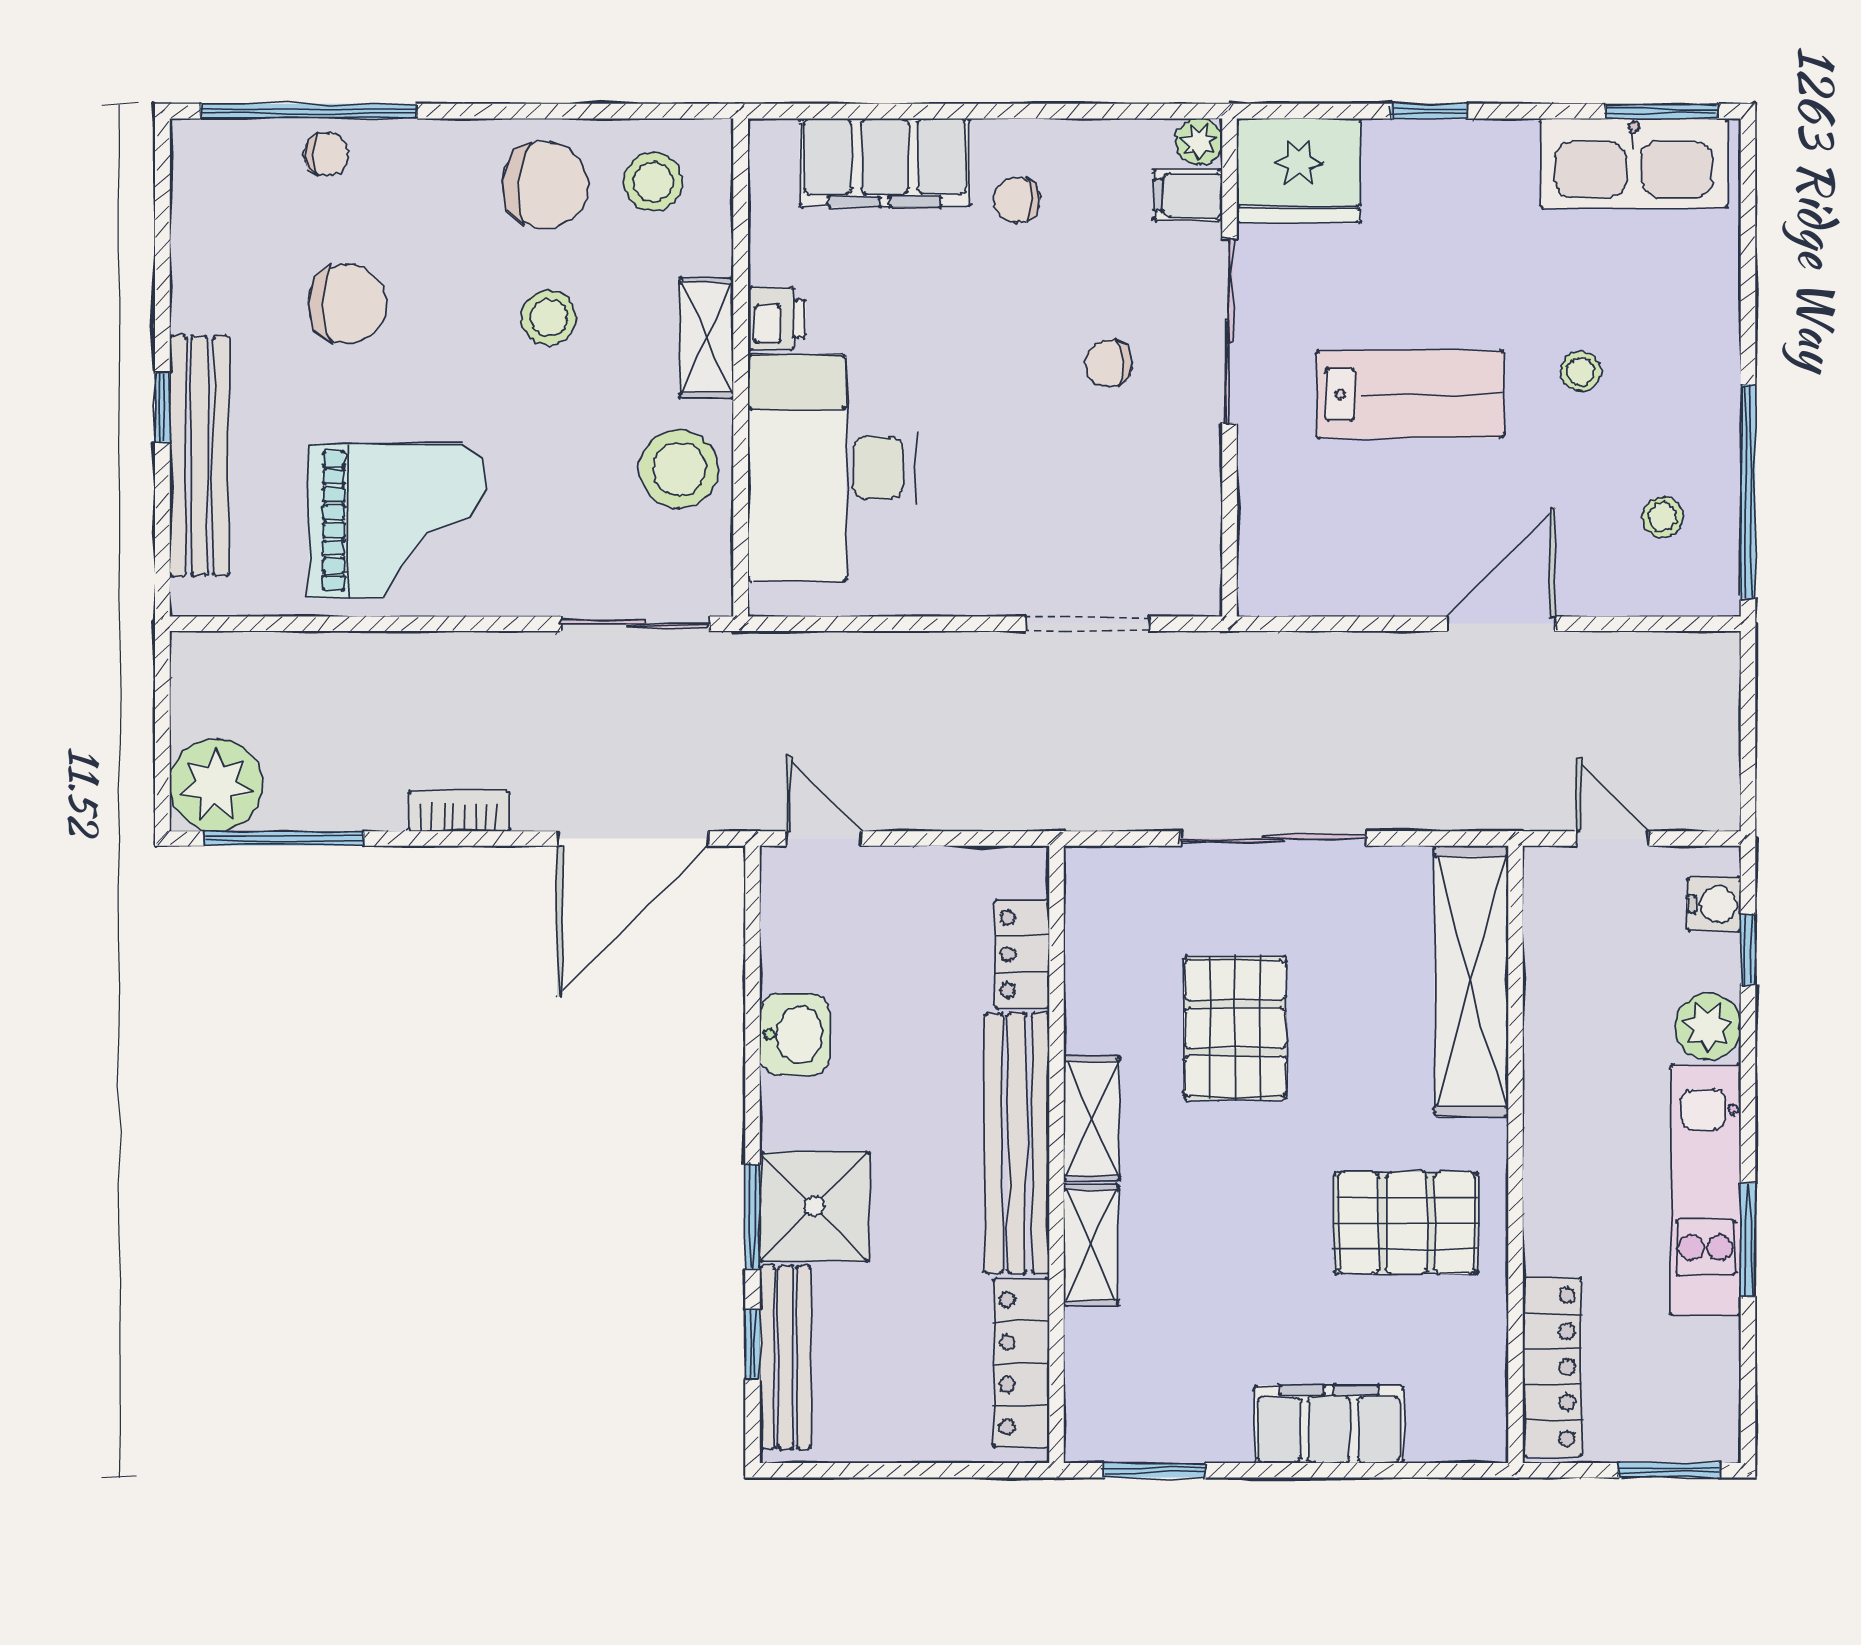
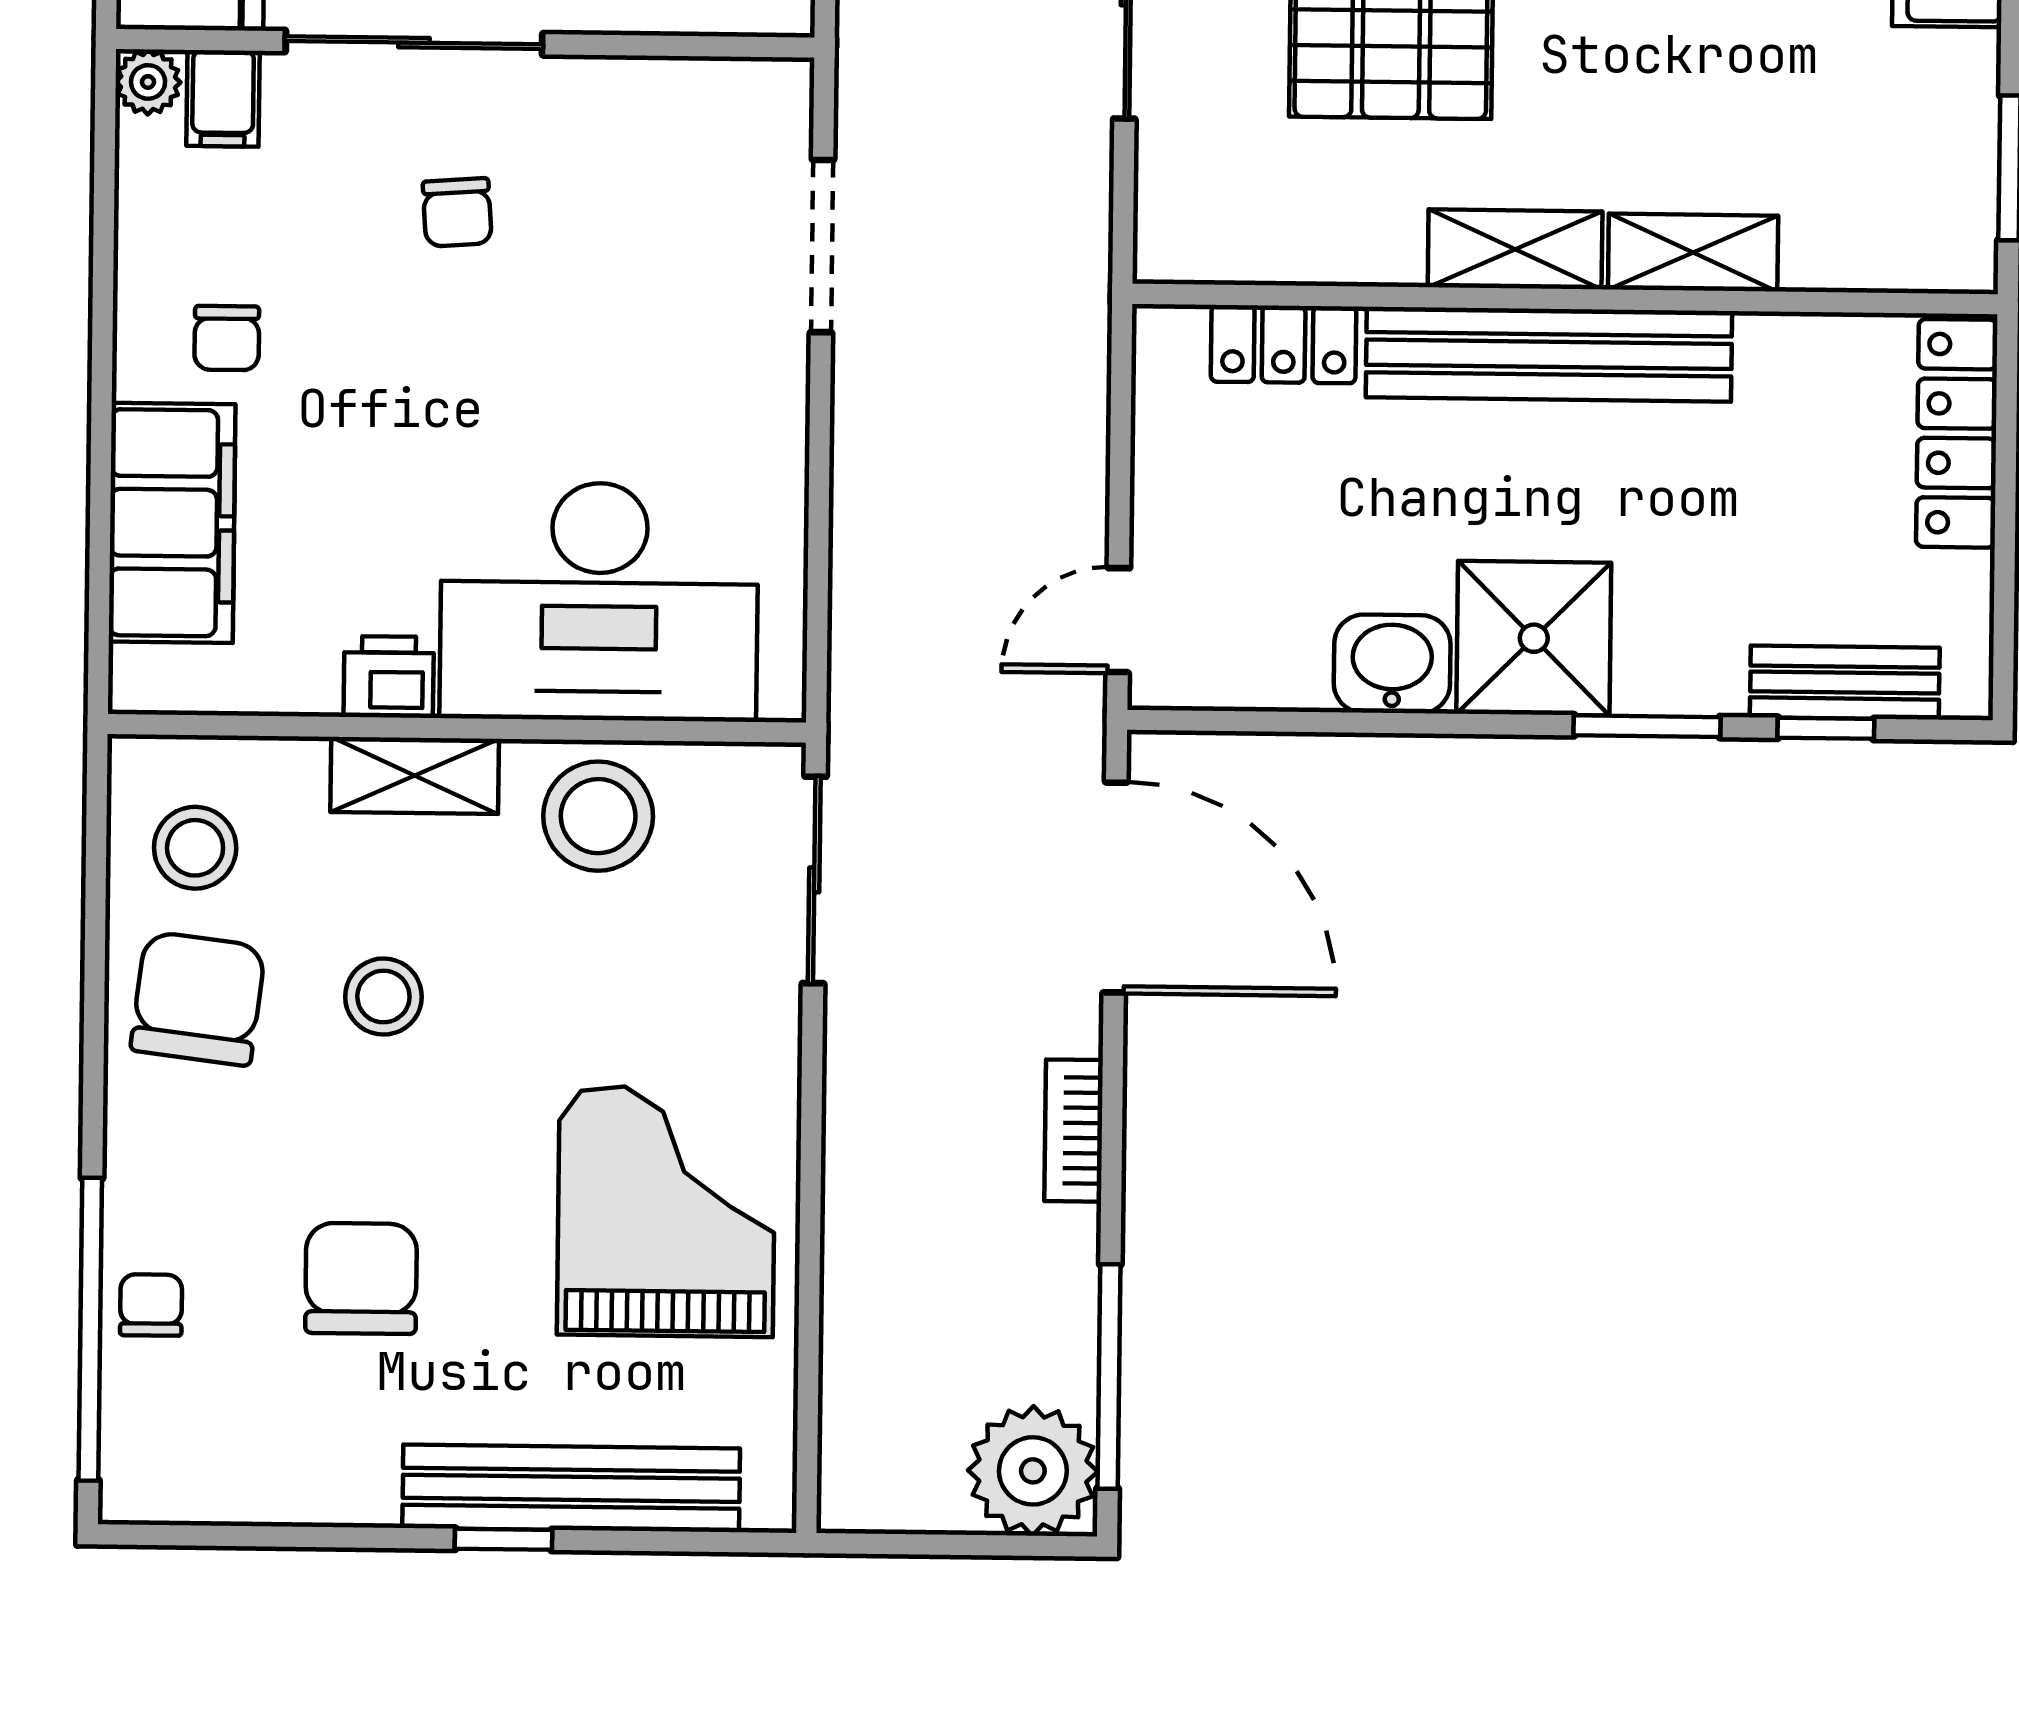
shower: (814, 1206) -> (1534, 638), moved
bench: (785, 1357) -> (1845, 683), width x0.73
locker: (1021, 1363) -> (1957, 433), moved, turned 90

